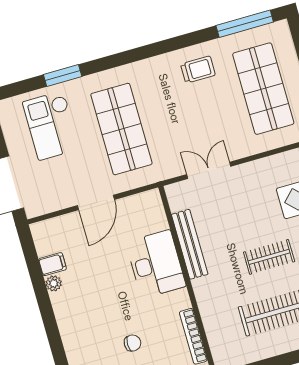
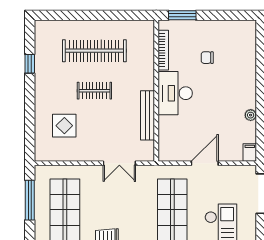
filing cabinet: (53, 264) -> (250, 153), moved, turned 90
desk: (156, 264) -> (175, 93), moved

